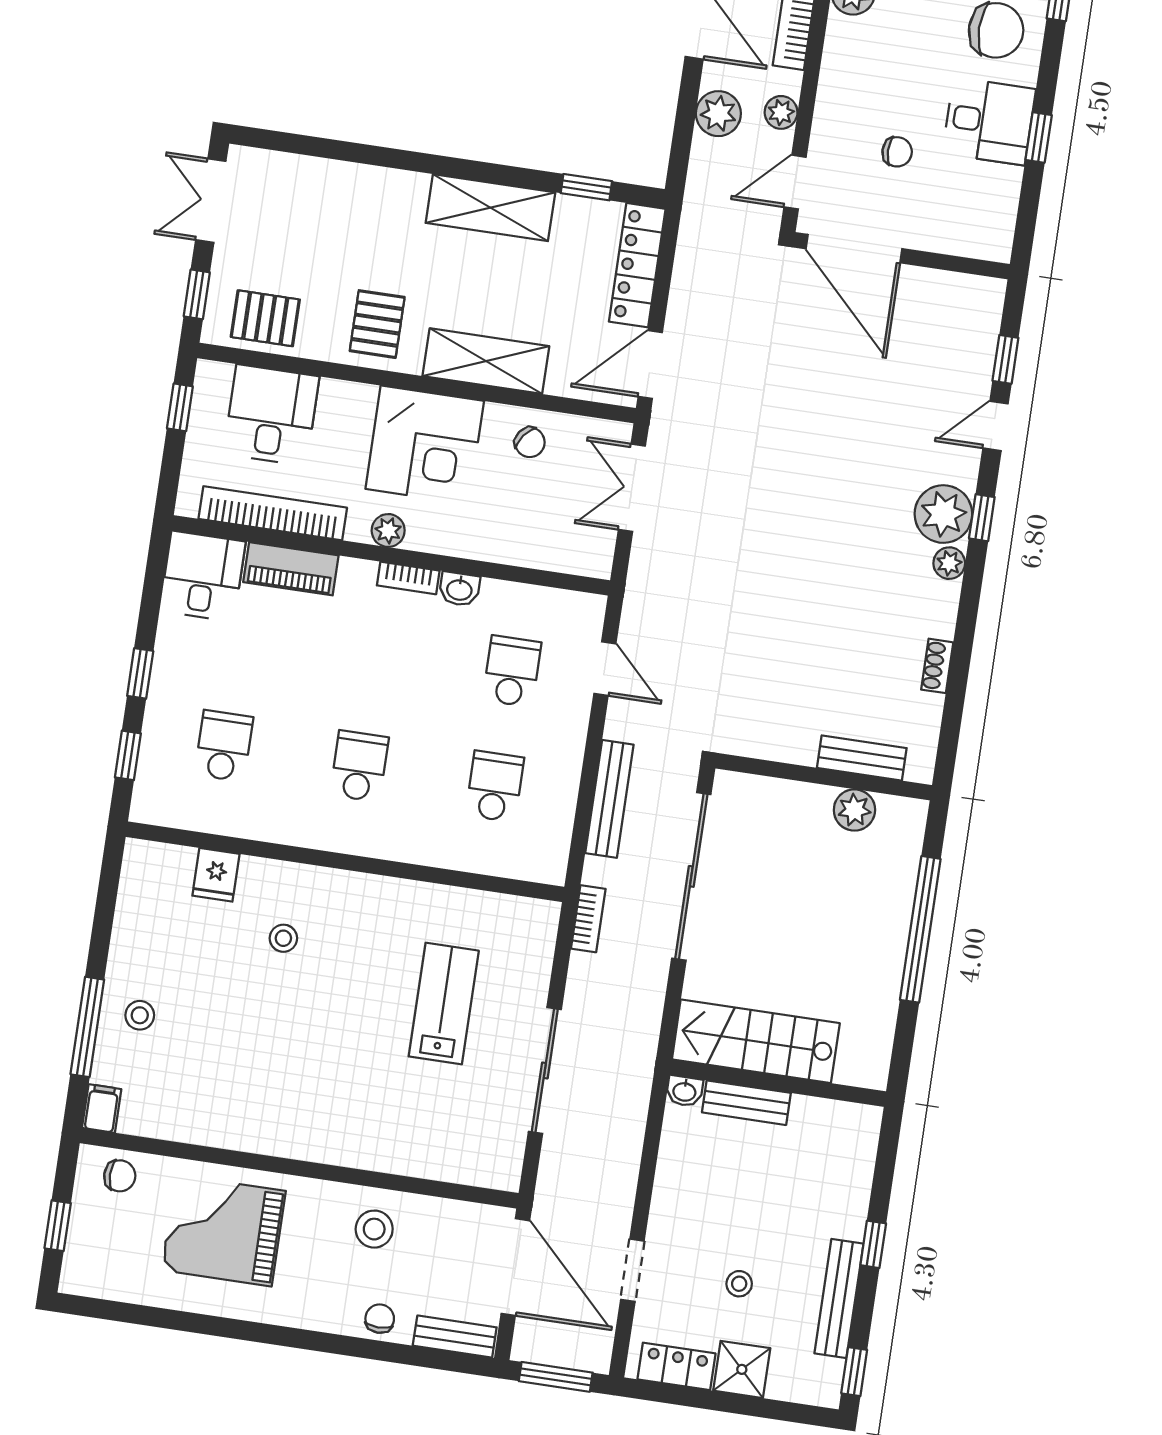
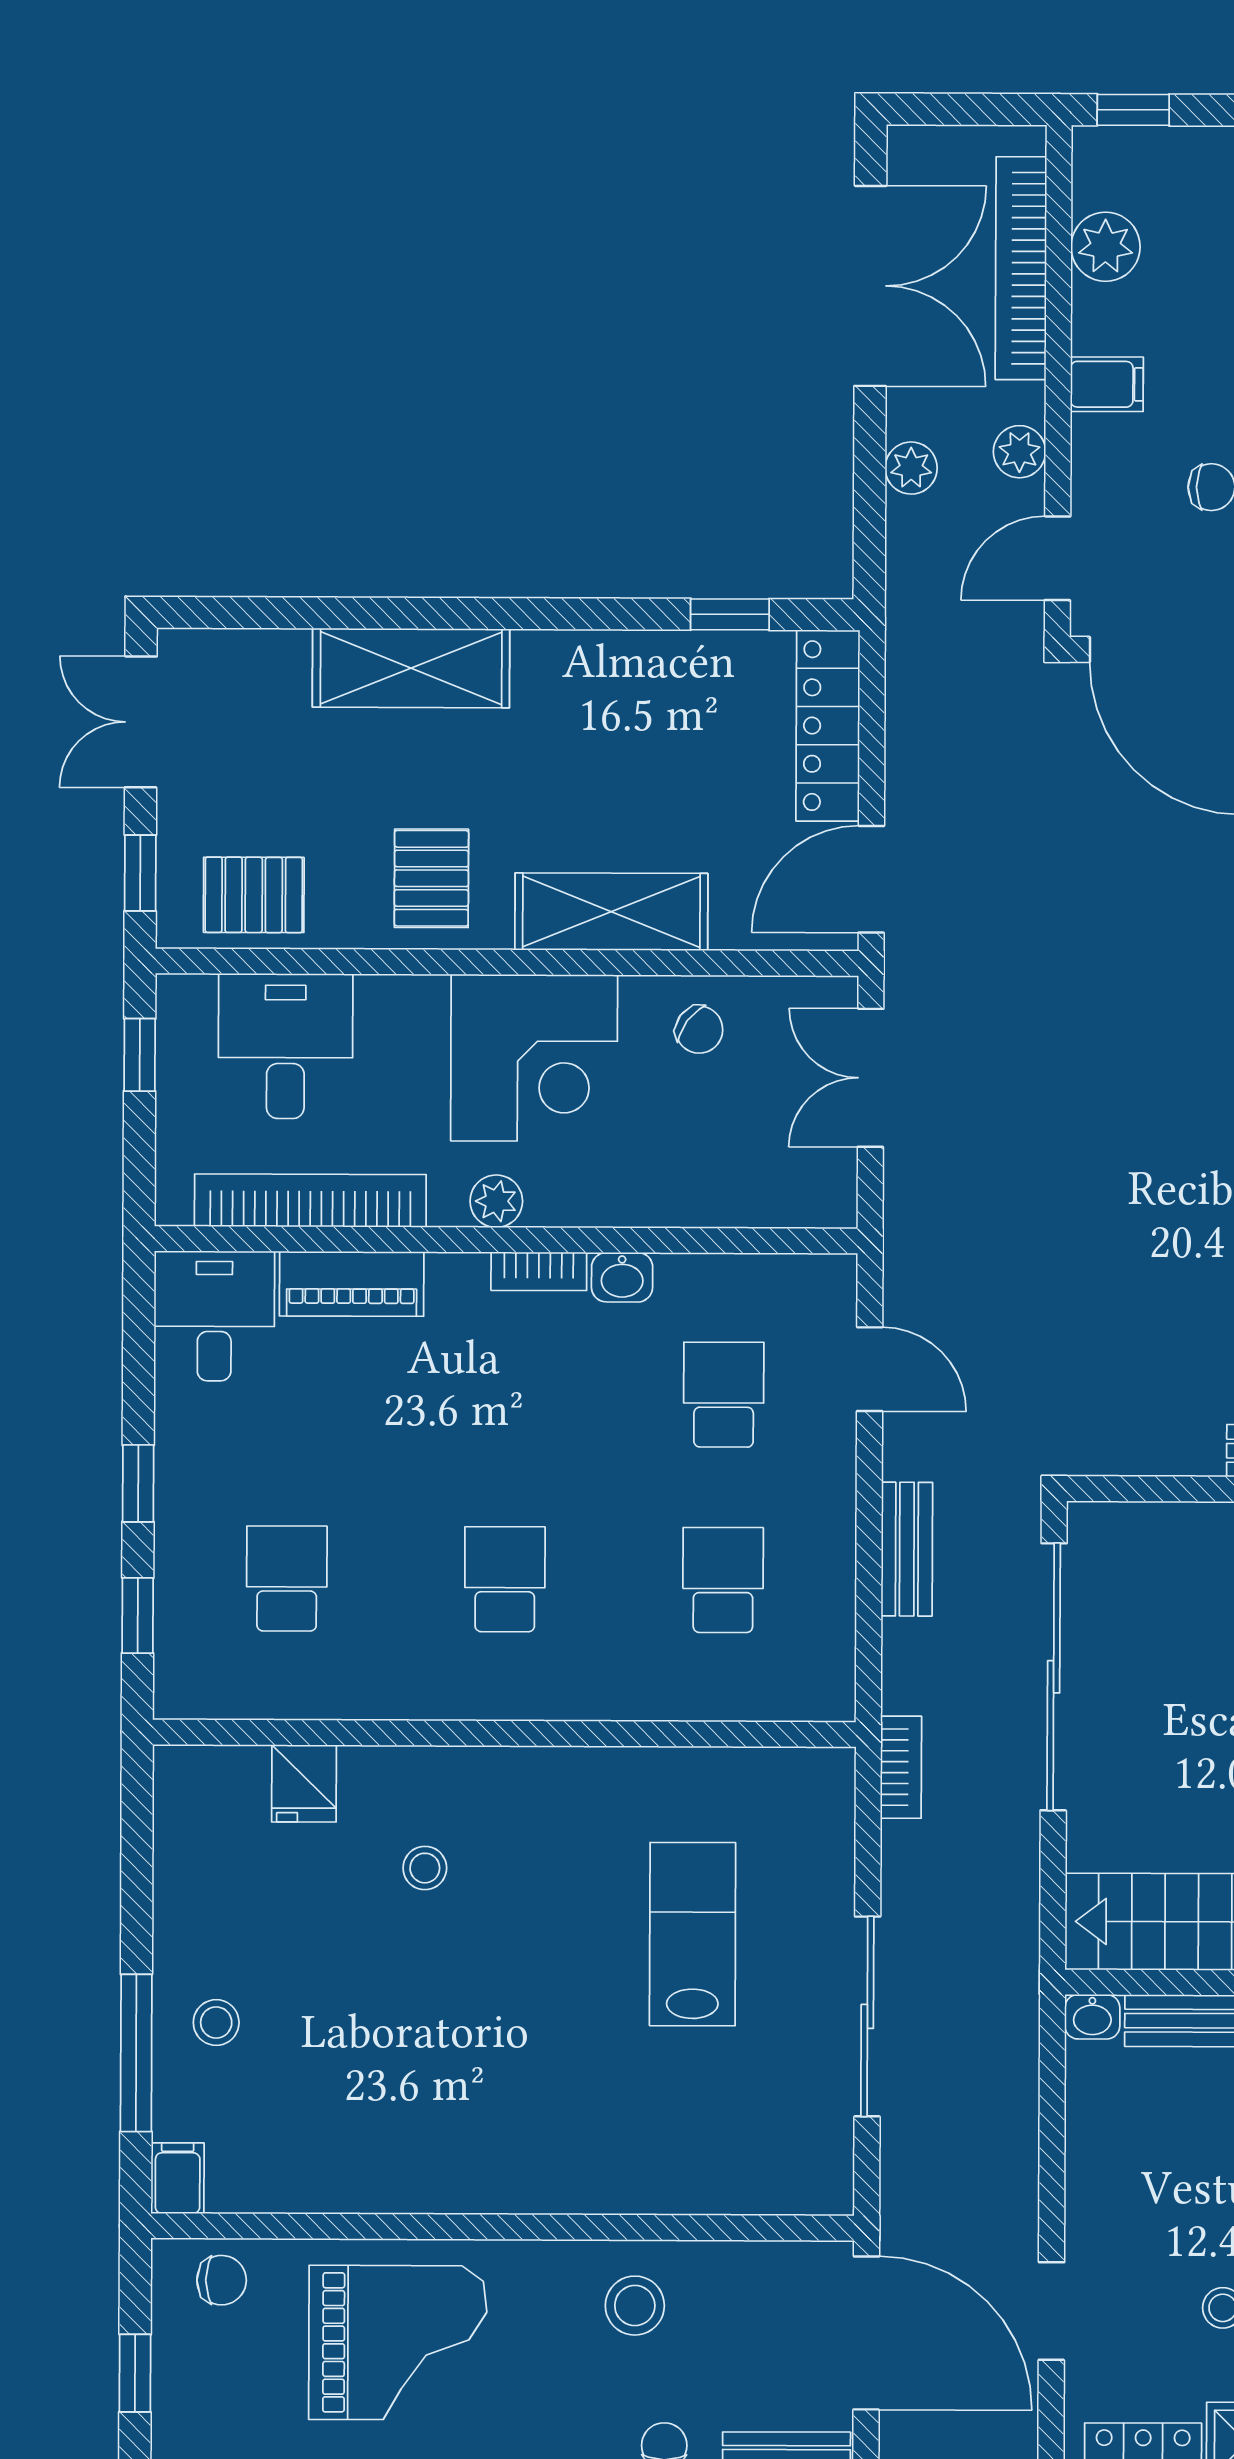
filing cabinet: (841, 78) -> (1107, 384), added
plant: (718, 114) -> (911, 468), width x0.73, depth x0.73
shelving: (490, 208) -> (411, 668), moved
bench: (609, 799) -> (907, 1549), width x0.73
grand piano: (224, 1231) -> (398, 2343), turned 180

